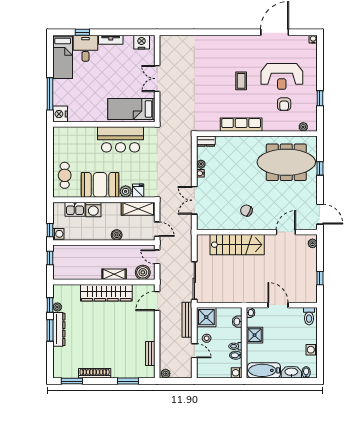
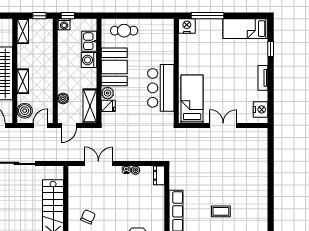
desk: (85, 48) -> (254, 52), removed
boiler: (117, 235) -> (63, 98), moved
shelving: (65, 274) -> (23, 31), added

